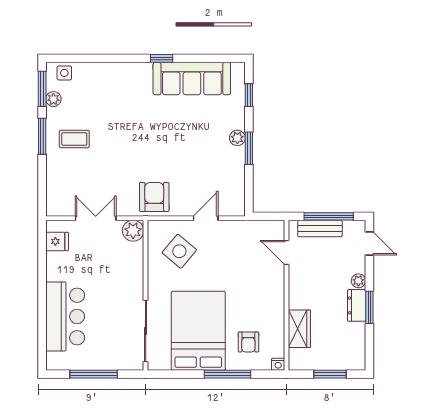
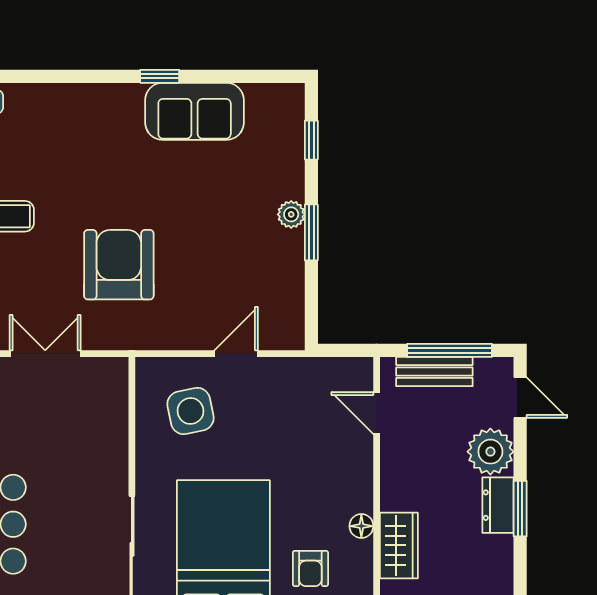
sofa: (192, 78) -> (195, 111), width x0.73
armchair: (154, 197) -> (119, 265), moved, width x1.36, depth x1.36
plant: (133, 231) -> (110, 375), removed
side table: (179, 251) -> (190, 411), turned 38
plant: (358, 281) -> (490, 452), width x1.88, depth x1.88
floor lamp: (278, 318) -> (361, 526), added

